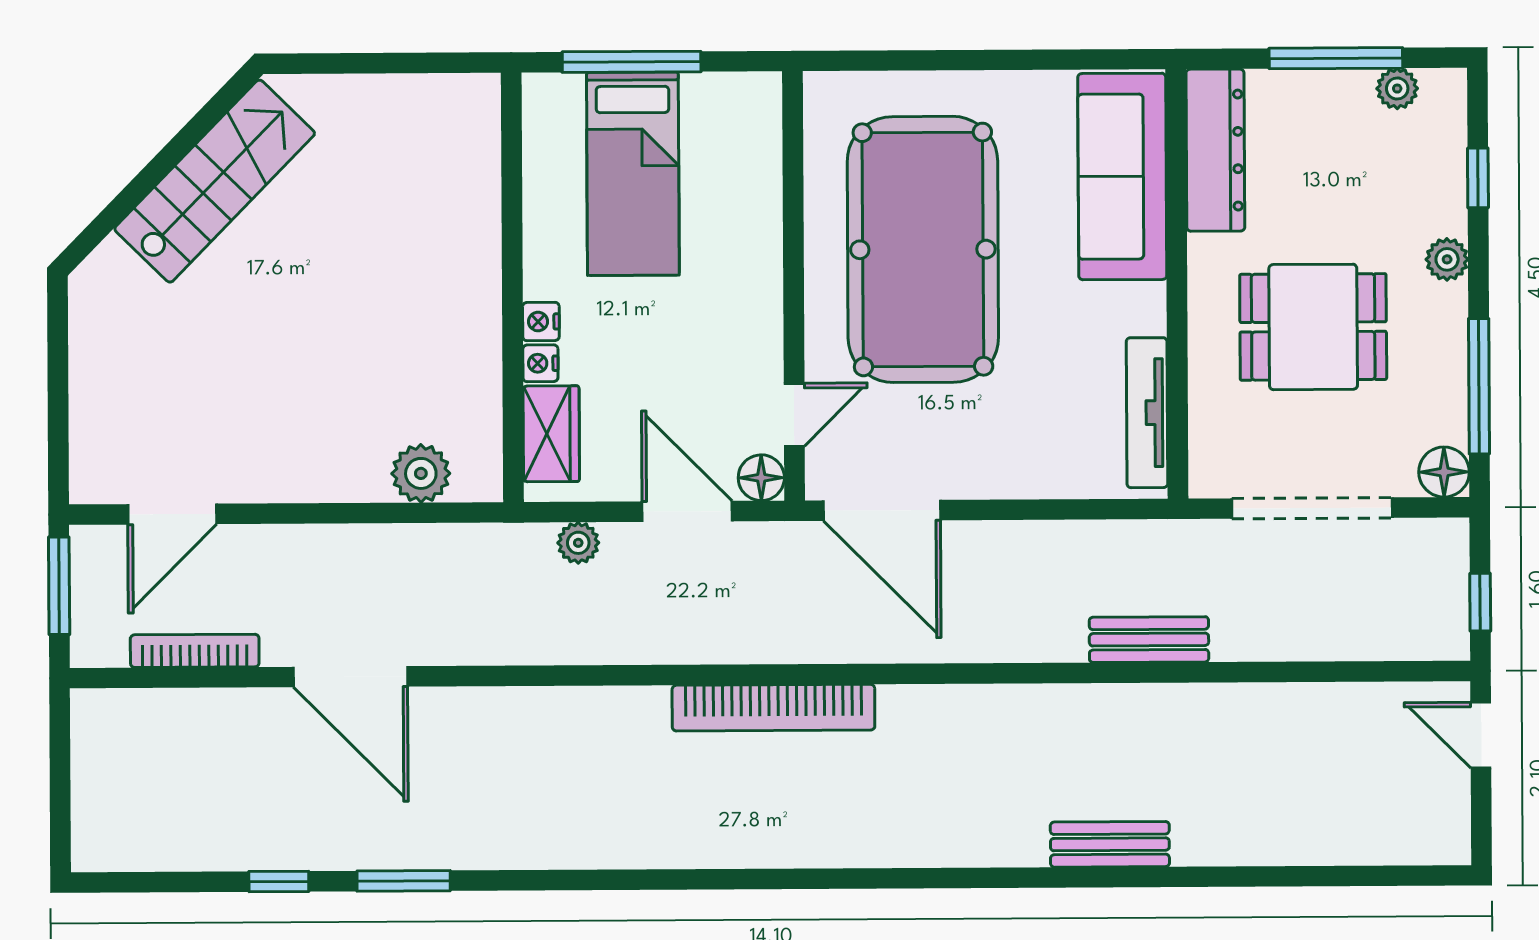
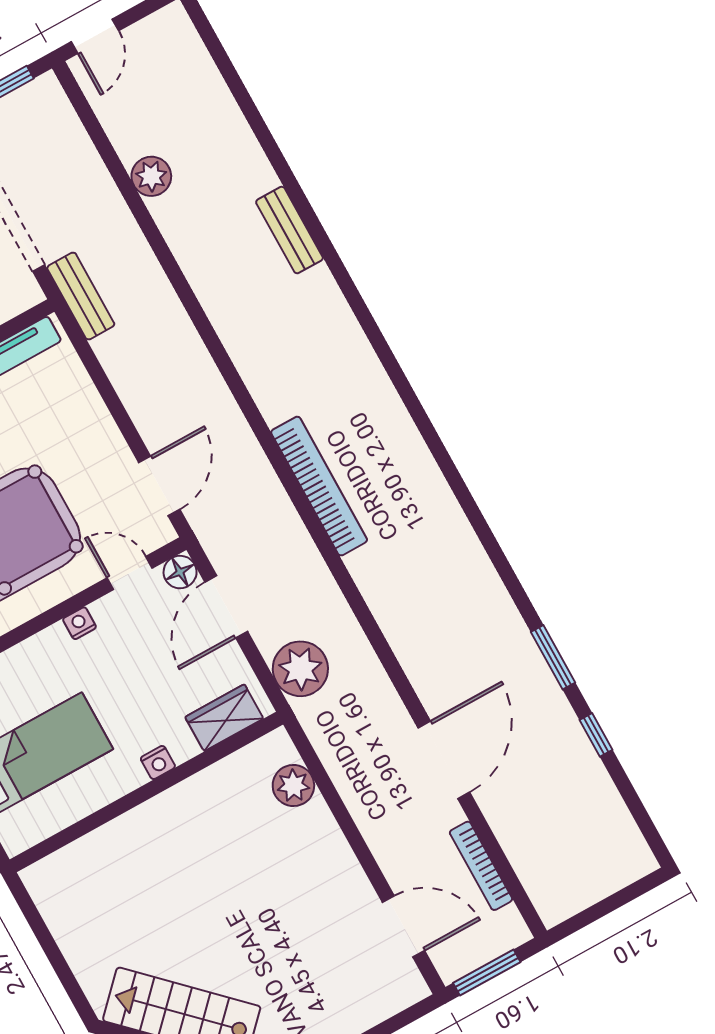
nightstand: (540, 363) -> (79, 623), moved, turned 180
door: (882, 510) -> (159, 486), width x0.73
plant: (578, 543) -> (300, 669), width x1.87, depth x1.87
bench: (1149, 640) -> (81, 296), moved
plant: (1270, 710) -> (151, 176), added

